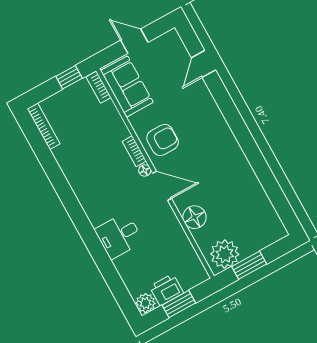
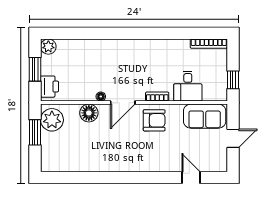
bookcase: (99, 87) -> (215, 96), removed
armchair: (163, 140) -> (154, 120), turned -90
floor lamp: (145, 170) -> (101, 97), moved
desk: (119, 236) -> (188, 86), moved, turned 180
printer: (167, 290) -> (49, 87), moved

